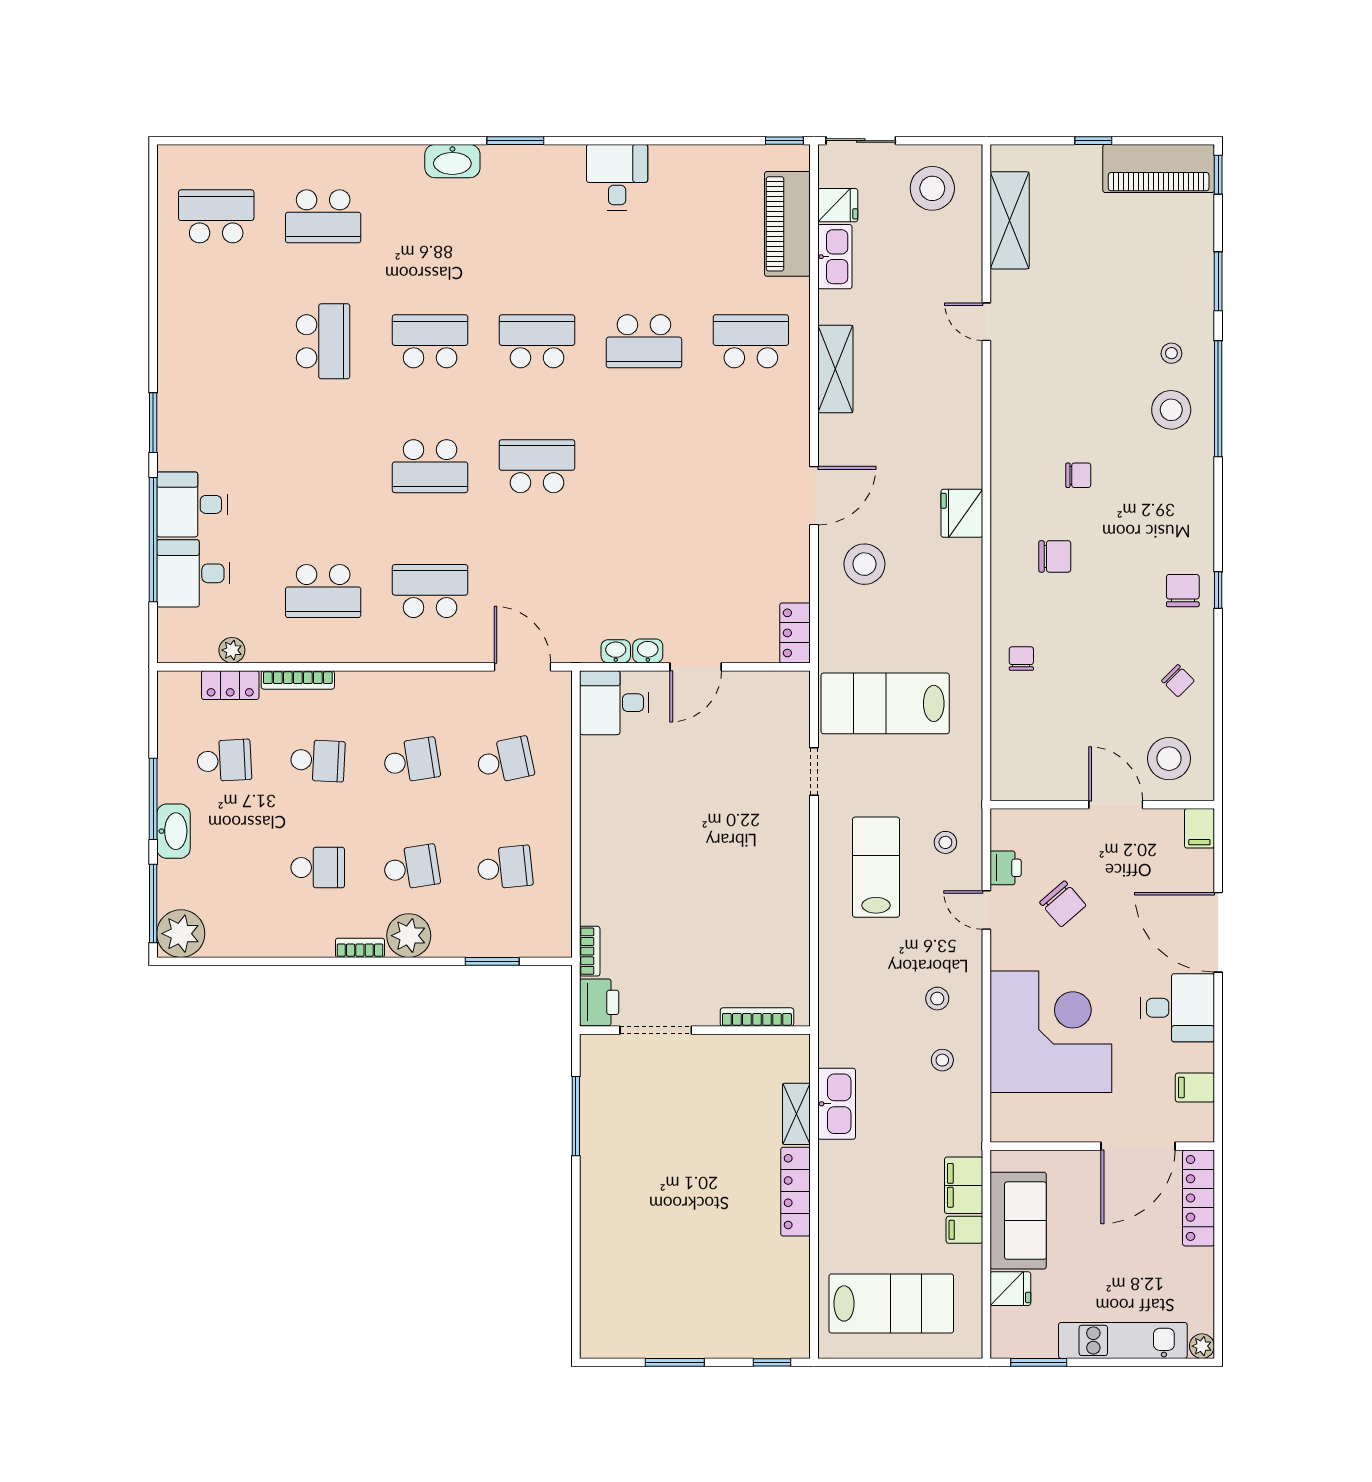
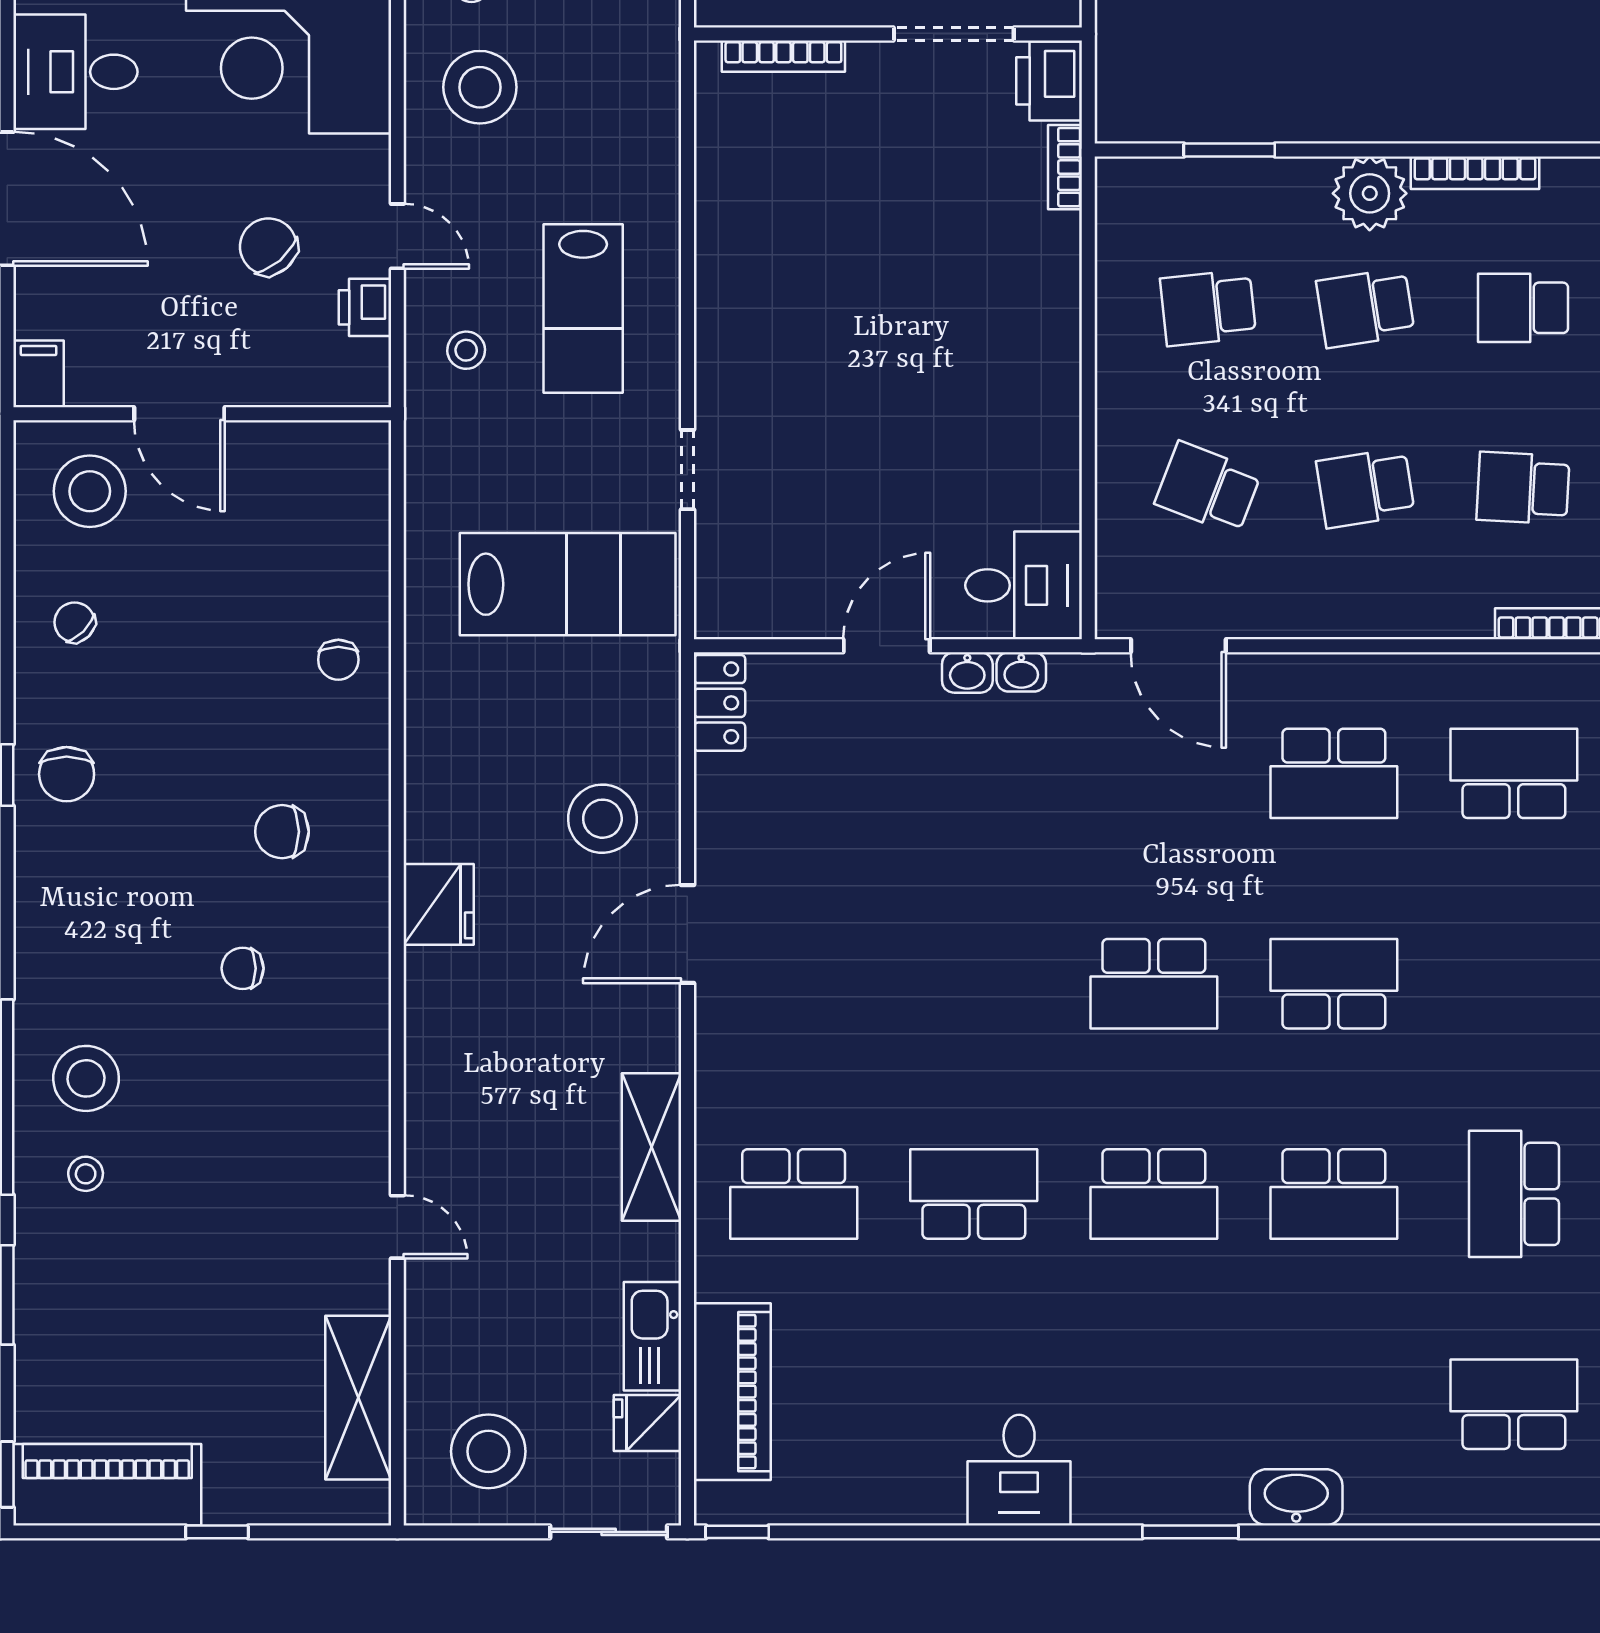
school desk: (505, 761) -> (1208, 488), turned 33
bookcase: (360, 948) -> (1475, 173), width x1.56
stool: (937, 999) -> (480, 87), width x1.89, depth x1.89

